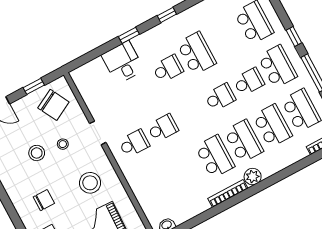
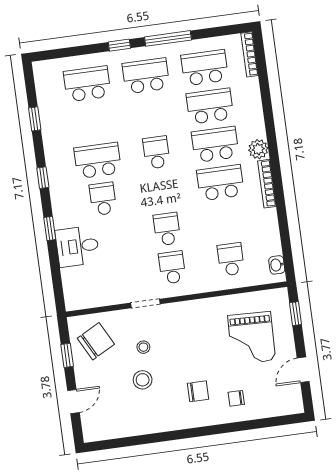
school desk: (249, 82) -> (231, 259), moved
stool: (90, 183) -> (198, 333), removed
chair: (44, 200) -> (198, 391), turned 90

